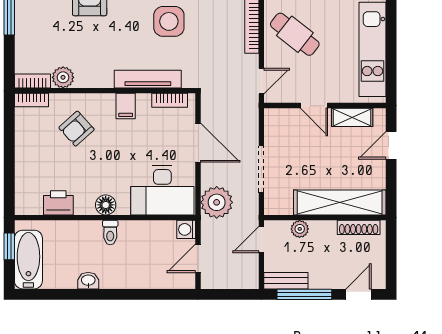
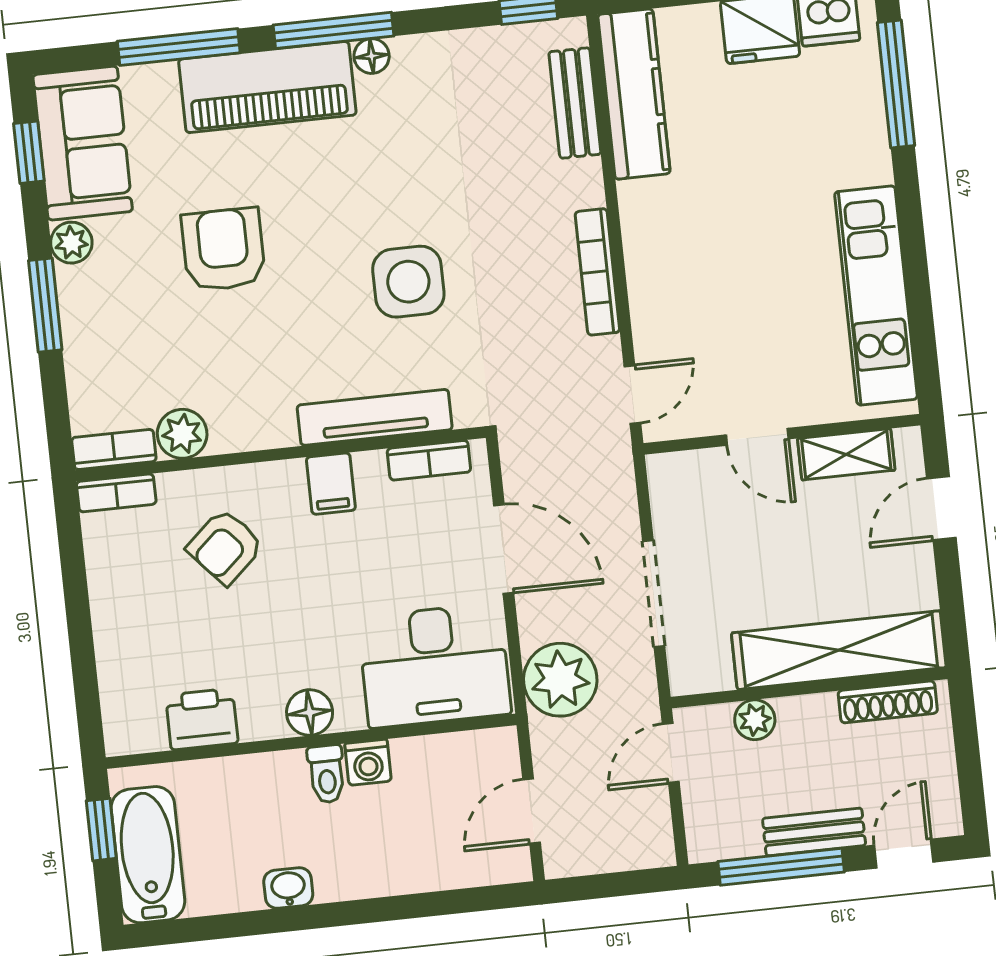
cafe table: (295, 34) -> (697, 280), removed
washing machine: (186, 229) -> (368, 762), moved, turned -90
bench: (286, 281) -> (814, 832), moved

